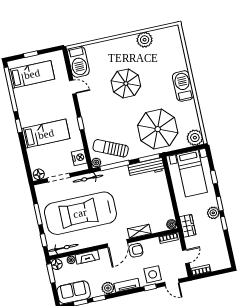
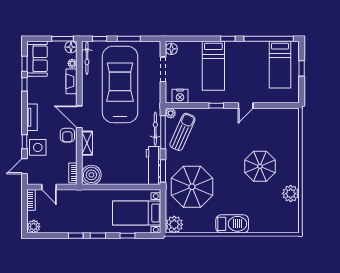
barbecue: (78, 62) -> (283, 118), removed
parasol: (126, 83) -> (260, 166), moved
door: (73, 87) -> (246, 106), moved
bicycle: (88, 179) -> (155, 129), moved
plant: (213, 213) -> (34, 227), moved
boiler: (172, 224) -> (91, 175), width x1.86, depth x1.86
wardrobe: (188, 226) -> (82, 196), removed
plant: (108, 288) -> (34, 96), removed

